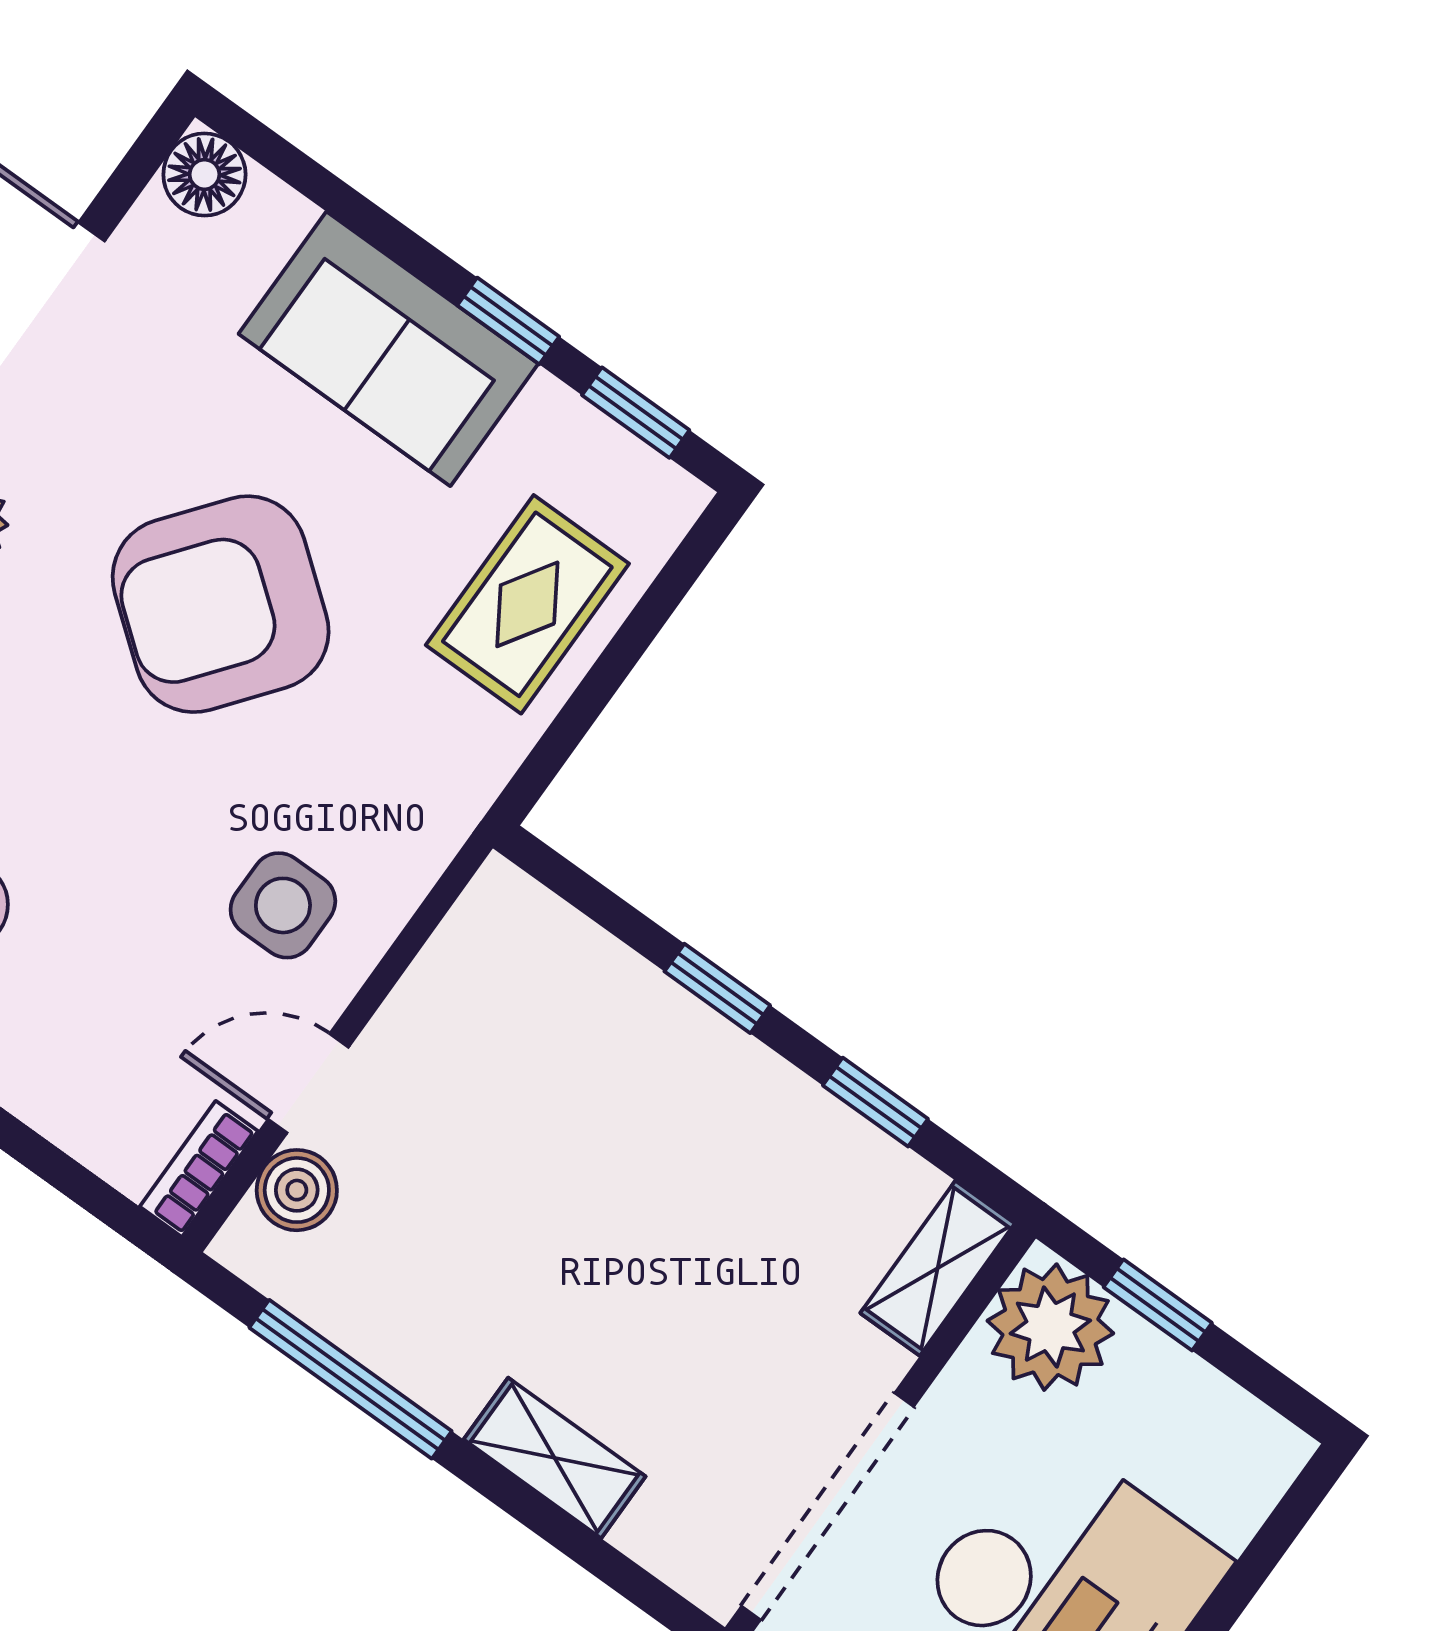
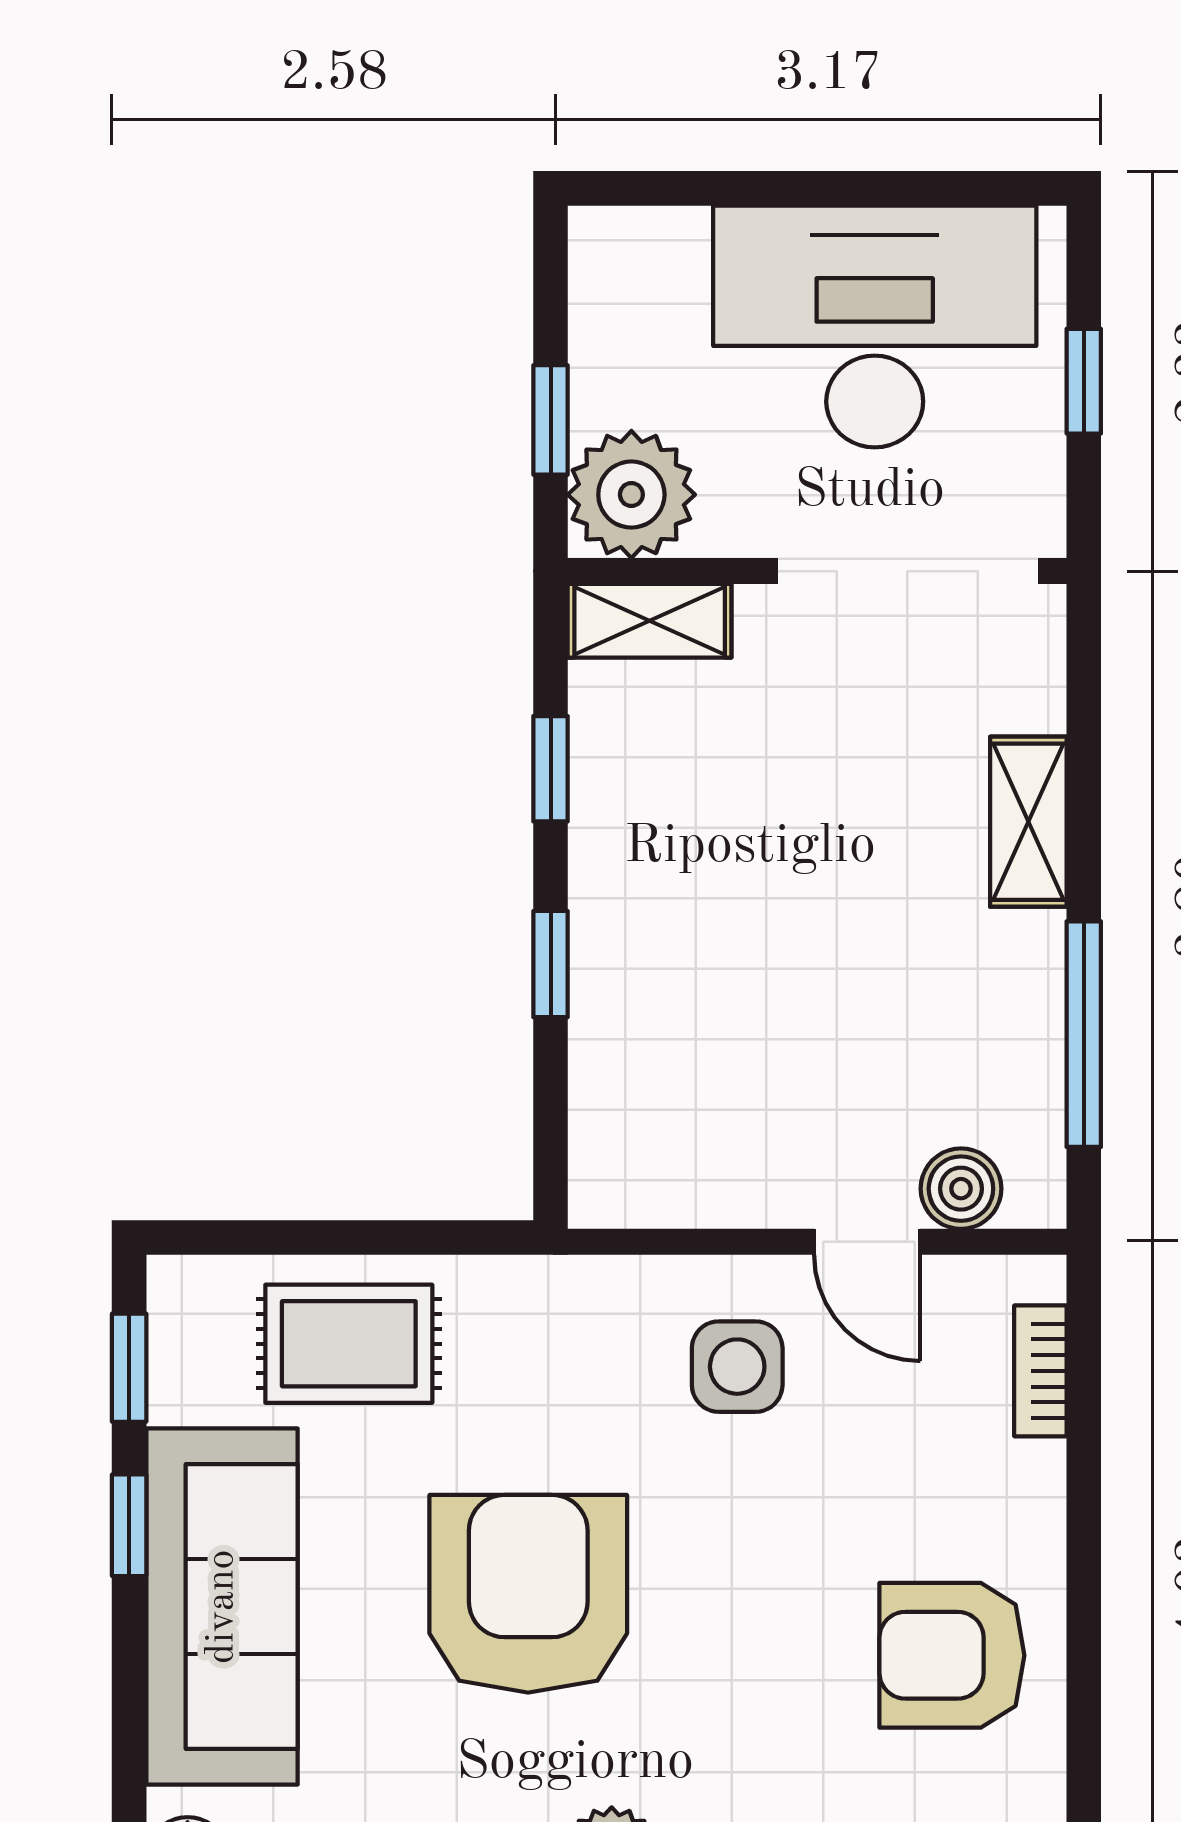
sofa: (388, 349) -> (222, 1607), width x1.36
armchair: (221, 604) -> (528, 1594), turned -128
bookcase: (199, 1169) -> (1040, 1371), moved, turned 90

